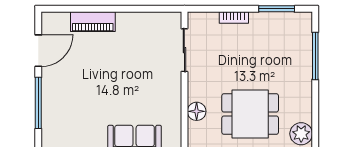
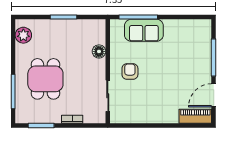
piano: (93, 22) -> (195, 116), moved
armchair: (154, 84) -> (130, 71), added
dining table: (250, 114) -> (45, 79), moved, turned 90

